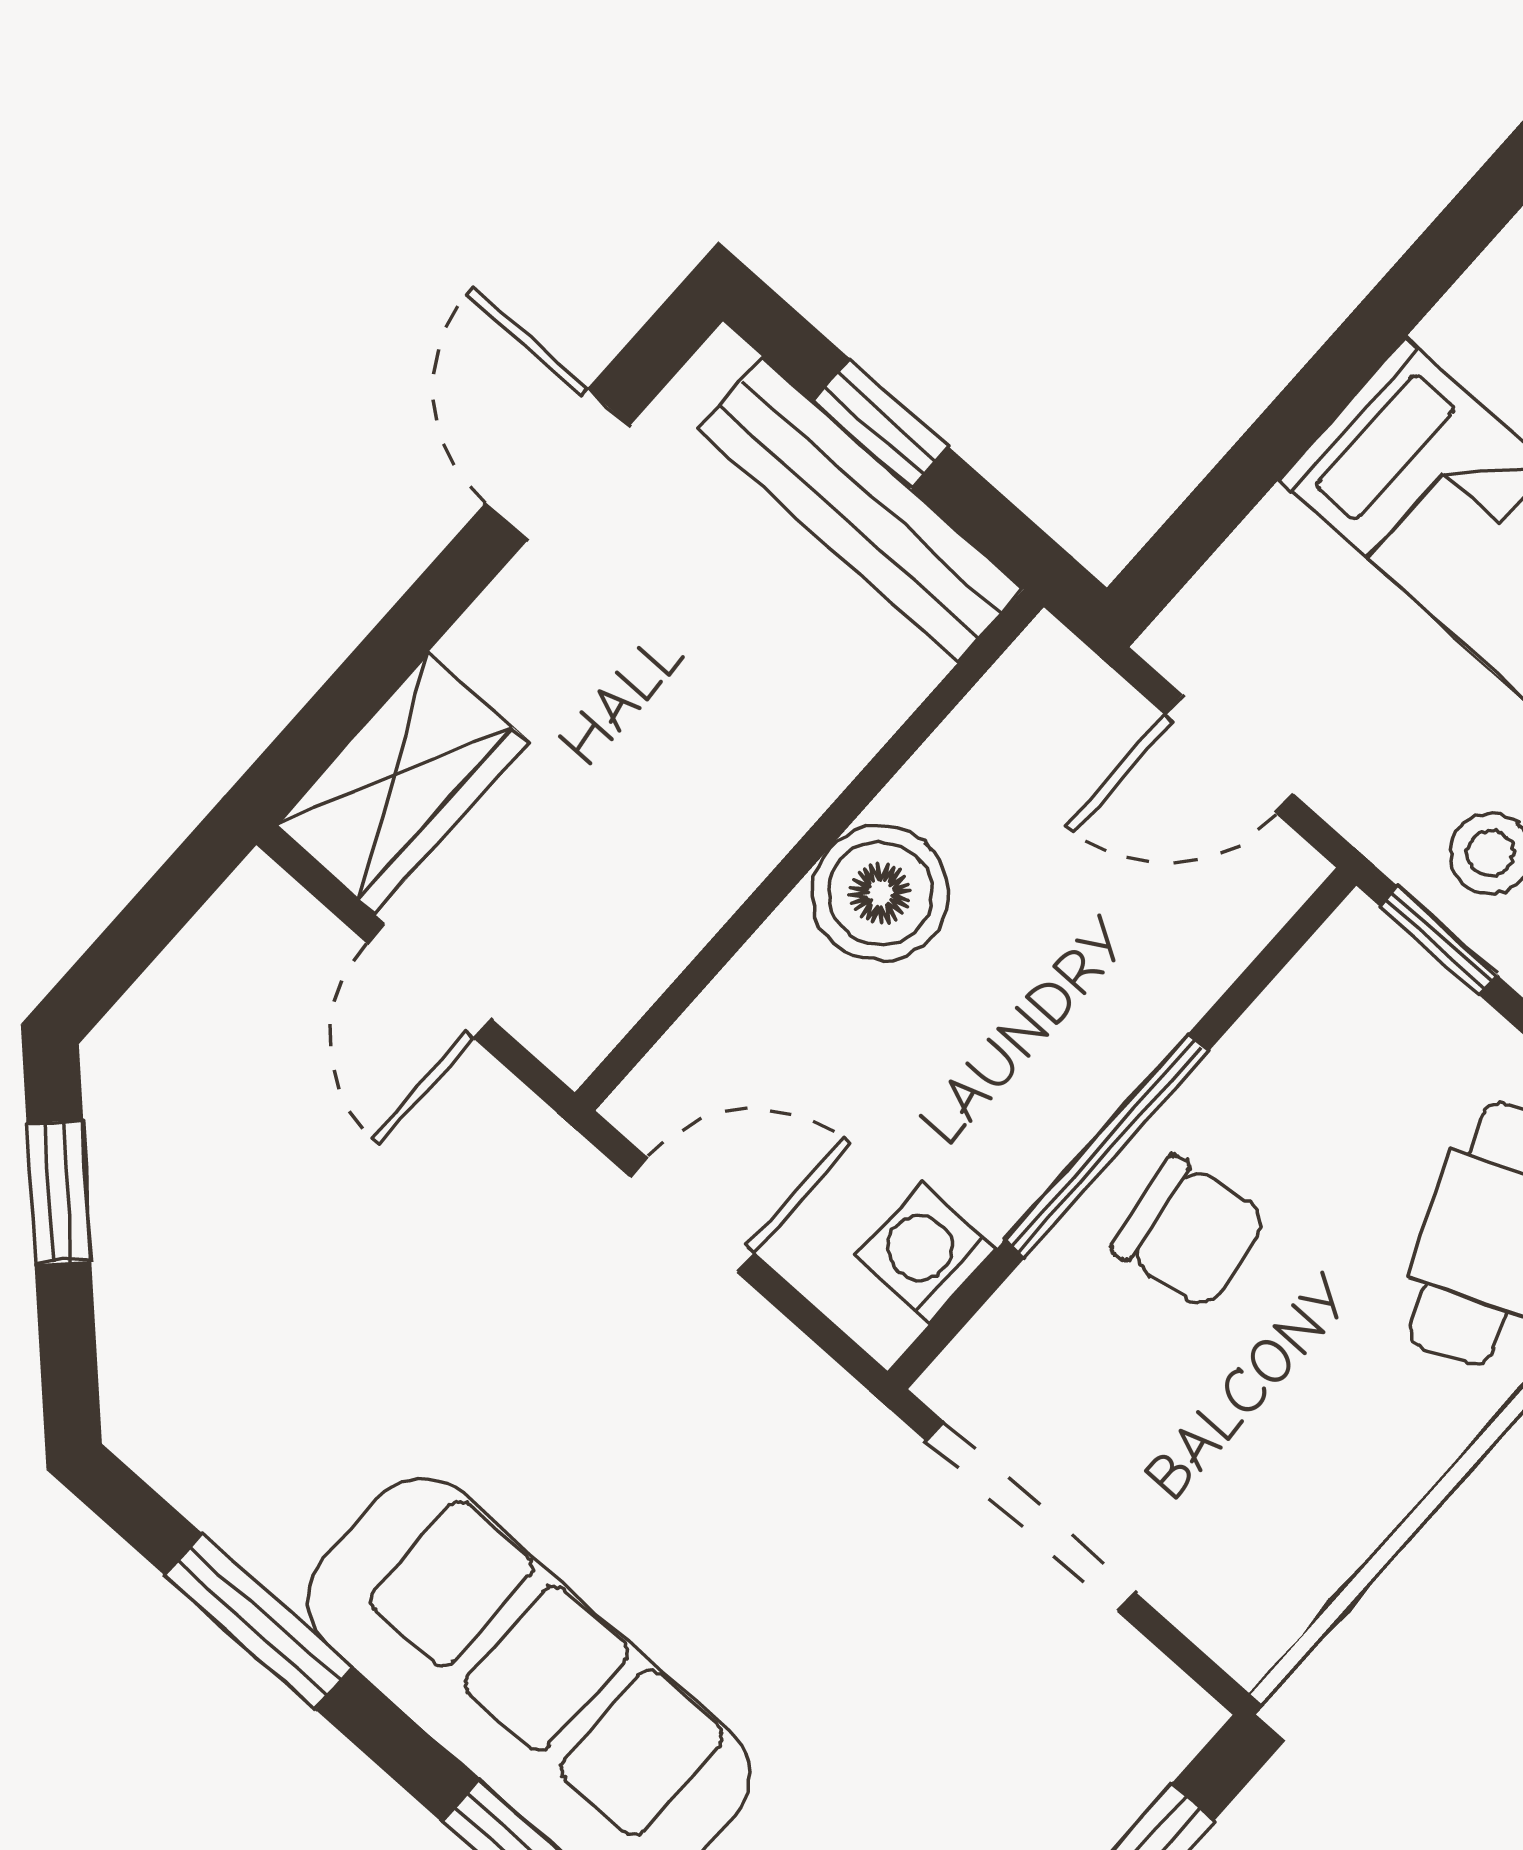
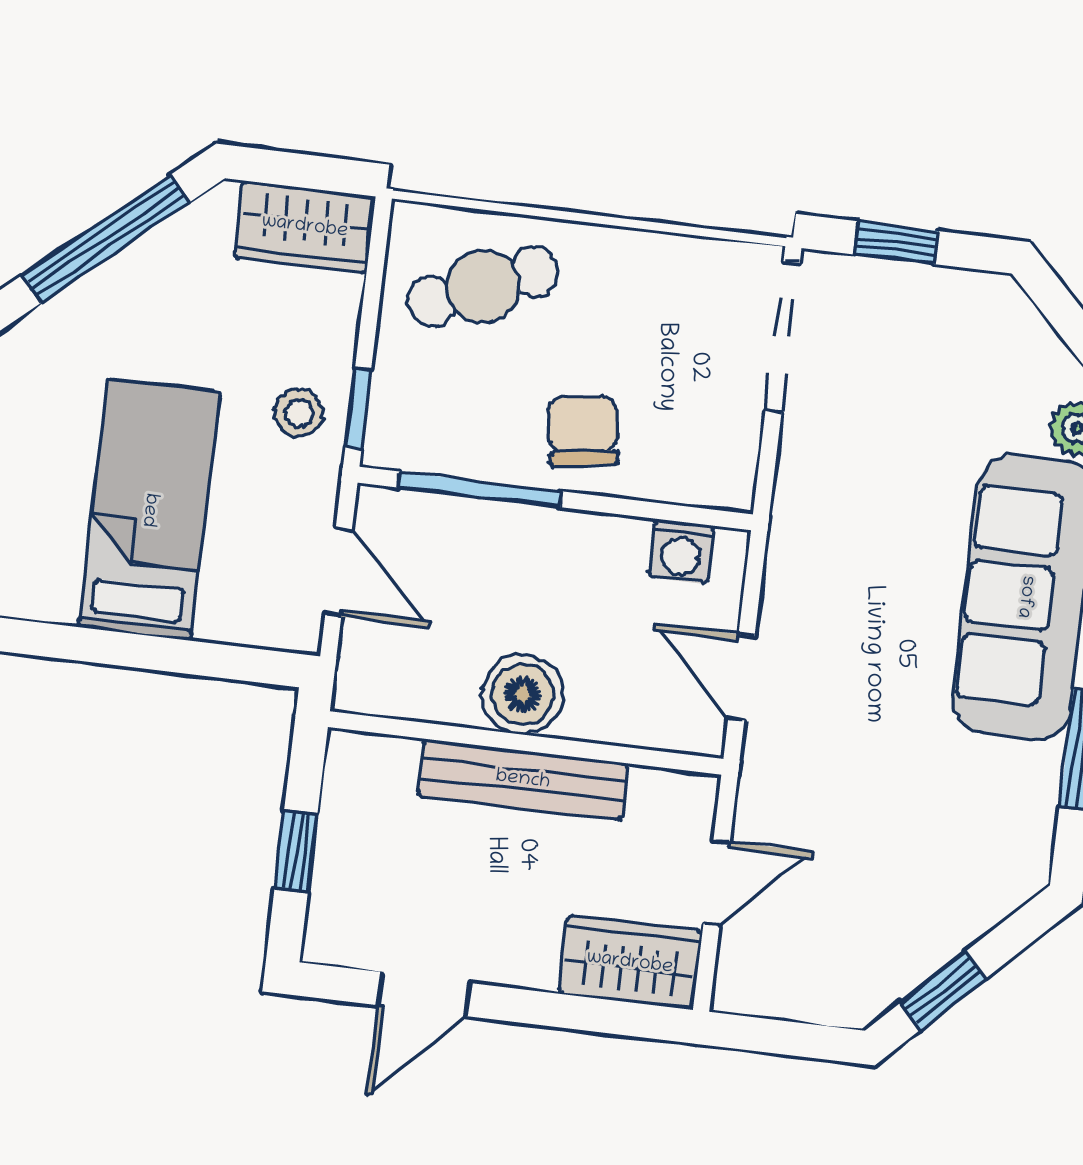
bench: (860, 509) -> (523, 780), moved, turned 90
window: (1106, 1146) -> (480, 489), moved
doorway: (1030, 1516) -> (783, 337), moved

